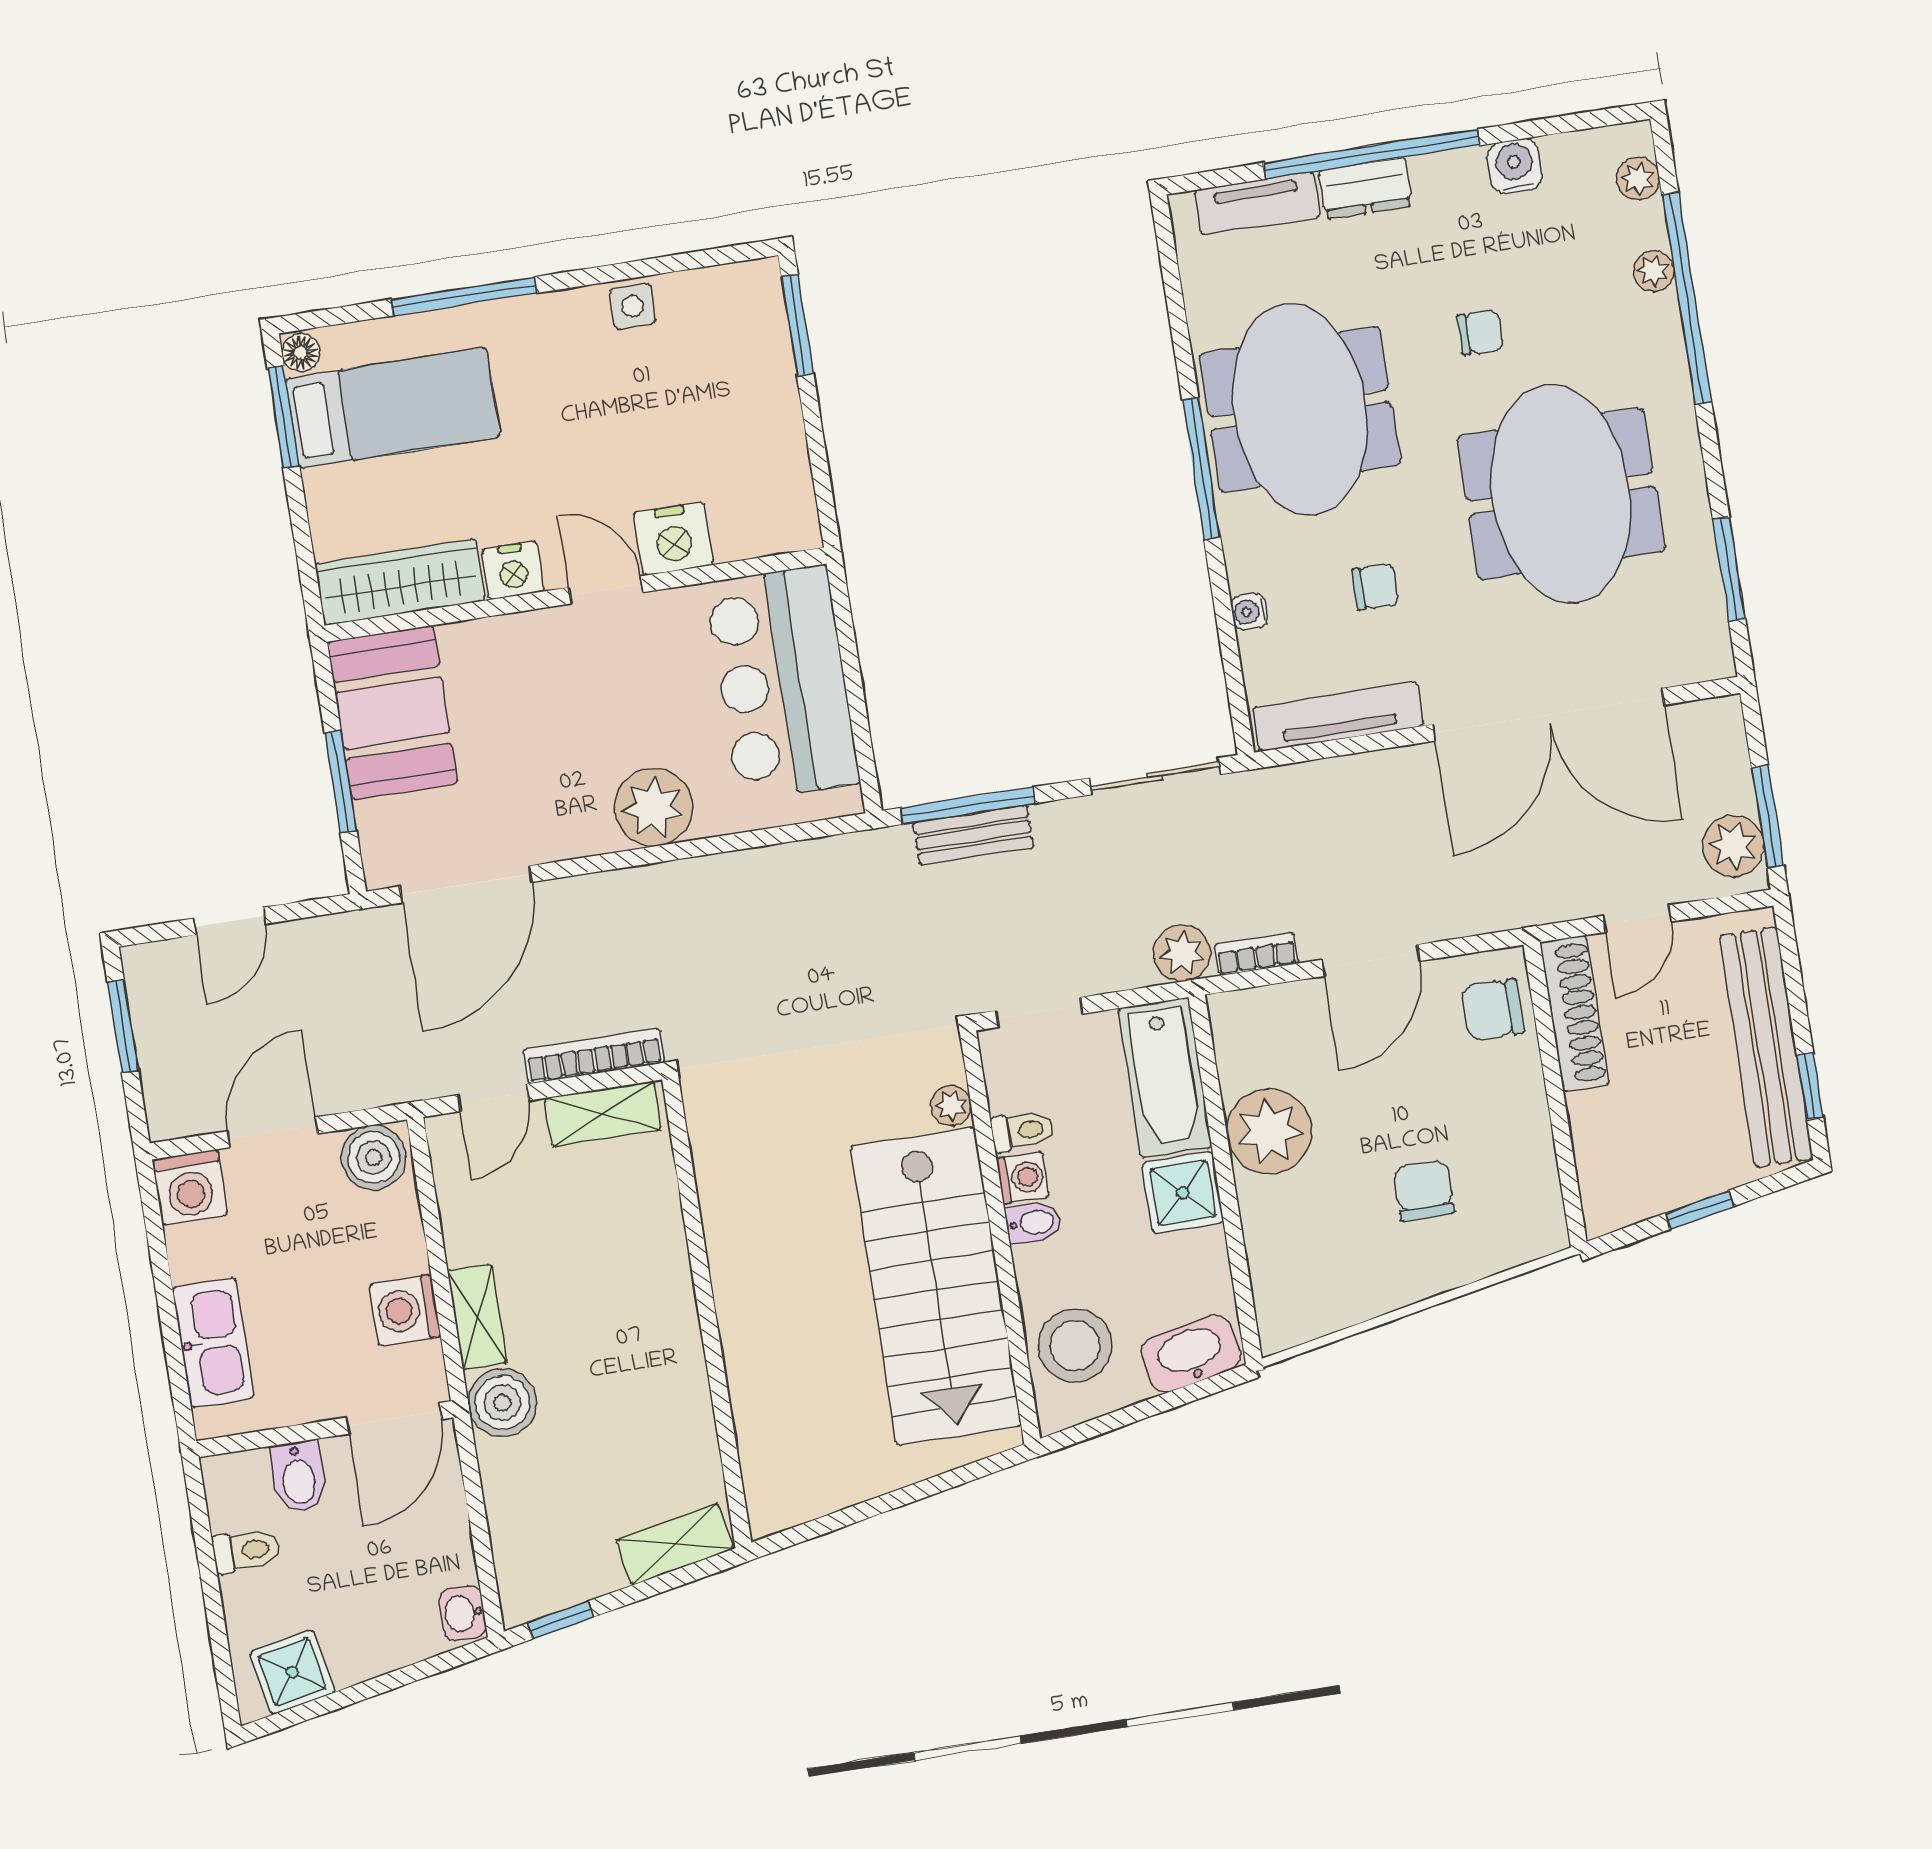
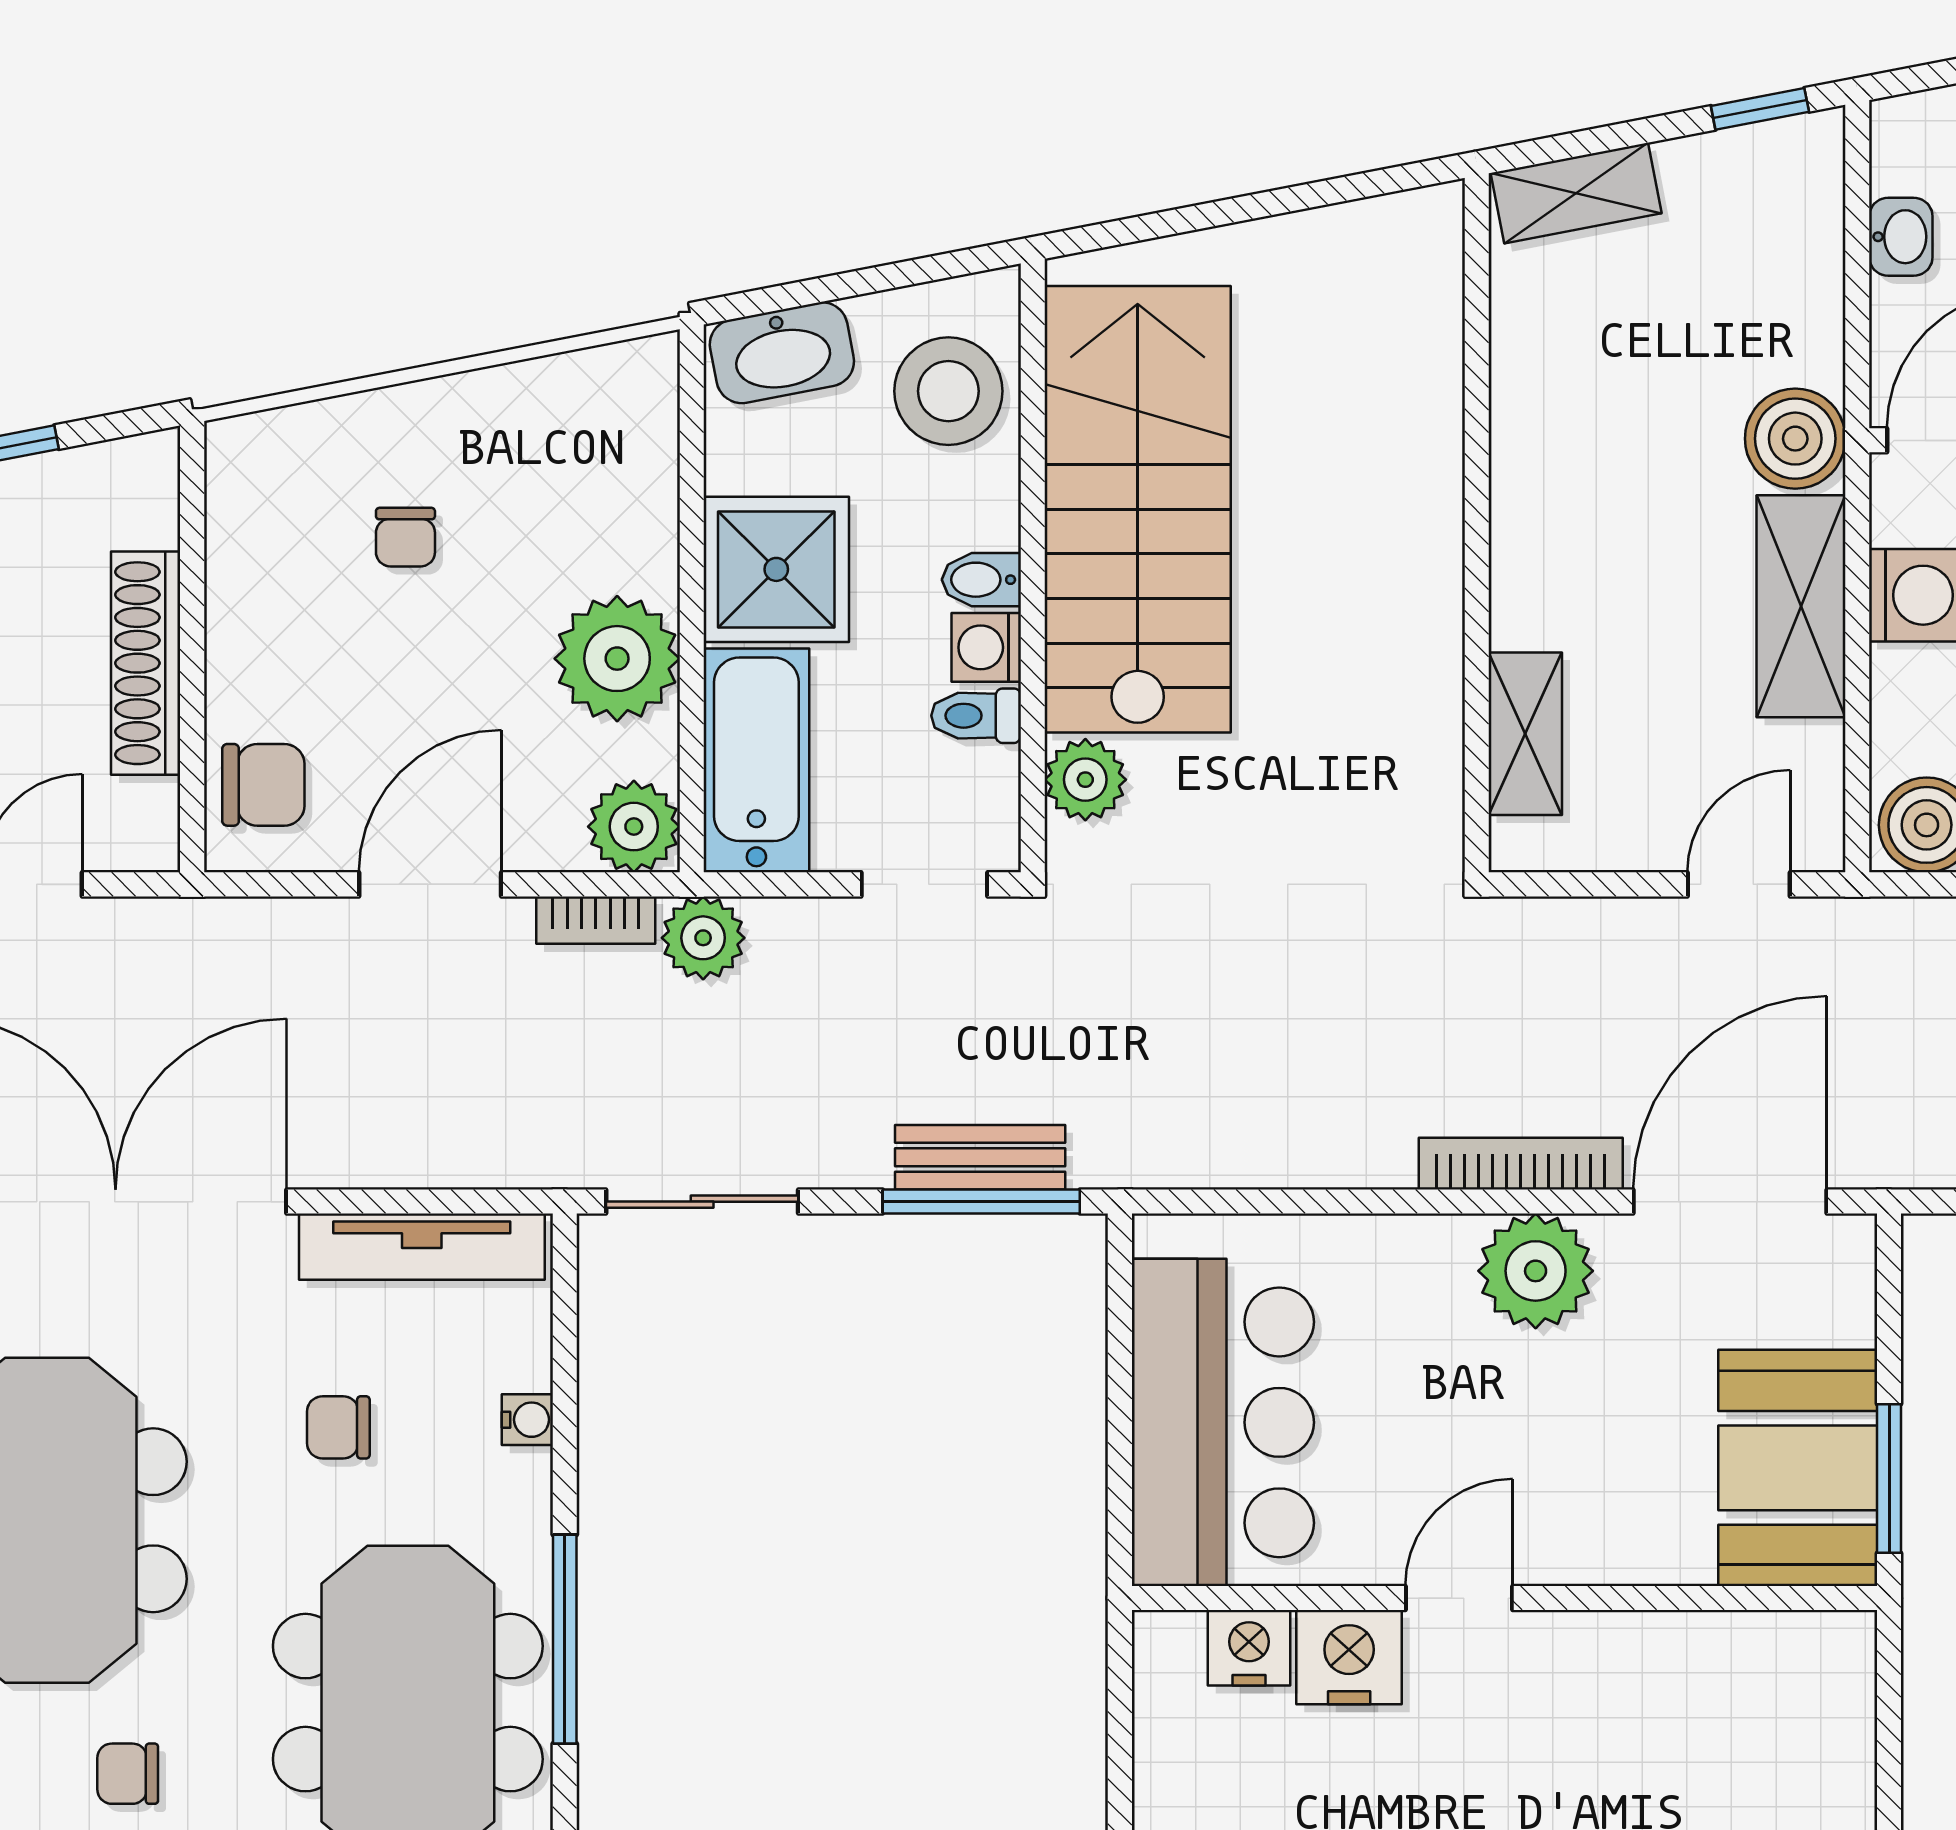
nightstand: (513, 570) -> (1249, 1648), moved
wardrobe: (400, 582) -> (1757, 1656), removed
door: (606, 590) -> (1459, 1598), swing flipped
window: (341, 782) -> (1889, 1479), moved
plant: (653, 807) -> (1536, 1271), moved
shoe rack: (1574, 1013) -> (146, 663), moved
plant: (1240, 1021) -> (634, 827), added
bookcase: (594, 1056) -> (1521, 1164), moved, turned 180
plant: (951, 1106) -> (1085, 780), width x1.38, depth x1.38
shelving: (603, 1114) -> (1525, 734), moved, turned 90
chair: (1424, 1191) -> (405, 537), width x0.73, depth x0.73
shower: (1183, 1193) -> (776, 569), width x1.36, depth x1.36
shelving: (477, 1317) -> (1801, 606), width x1.50, depth x1.33
washbasin: (463, 1613) -> (1901, 237), moved

